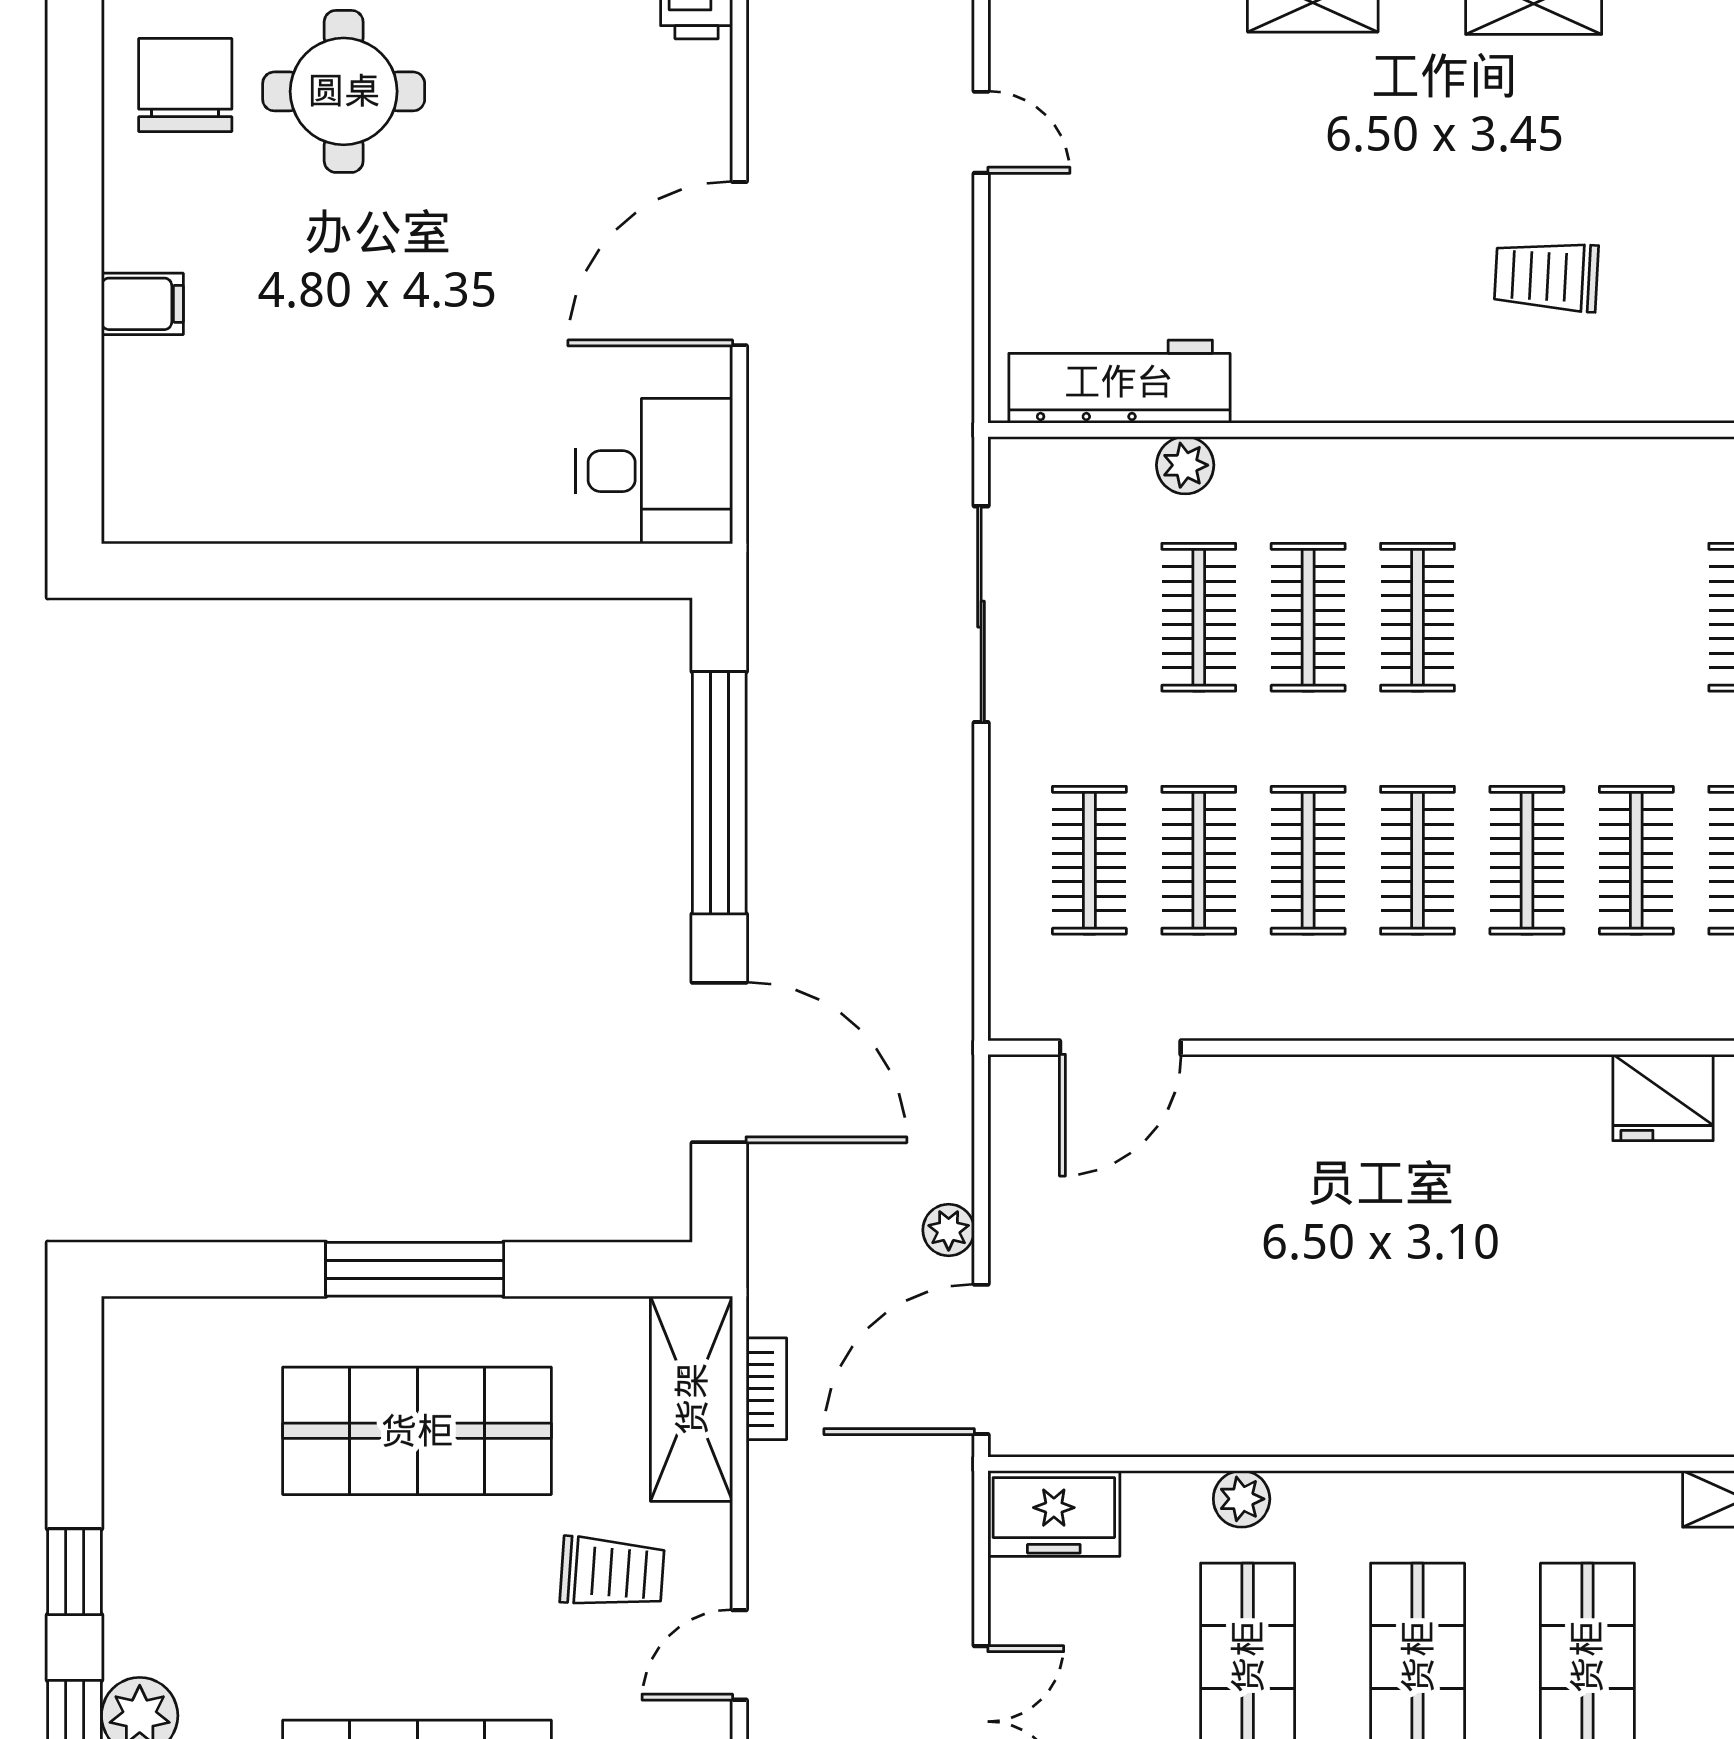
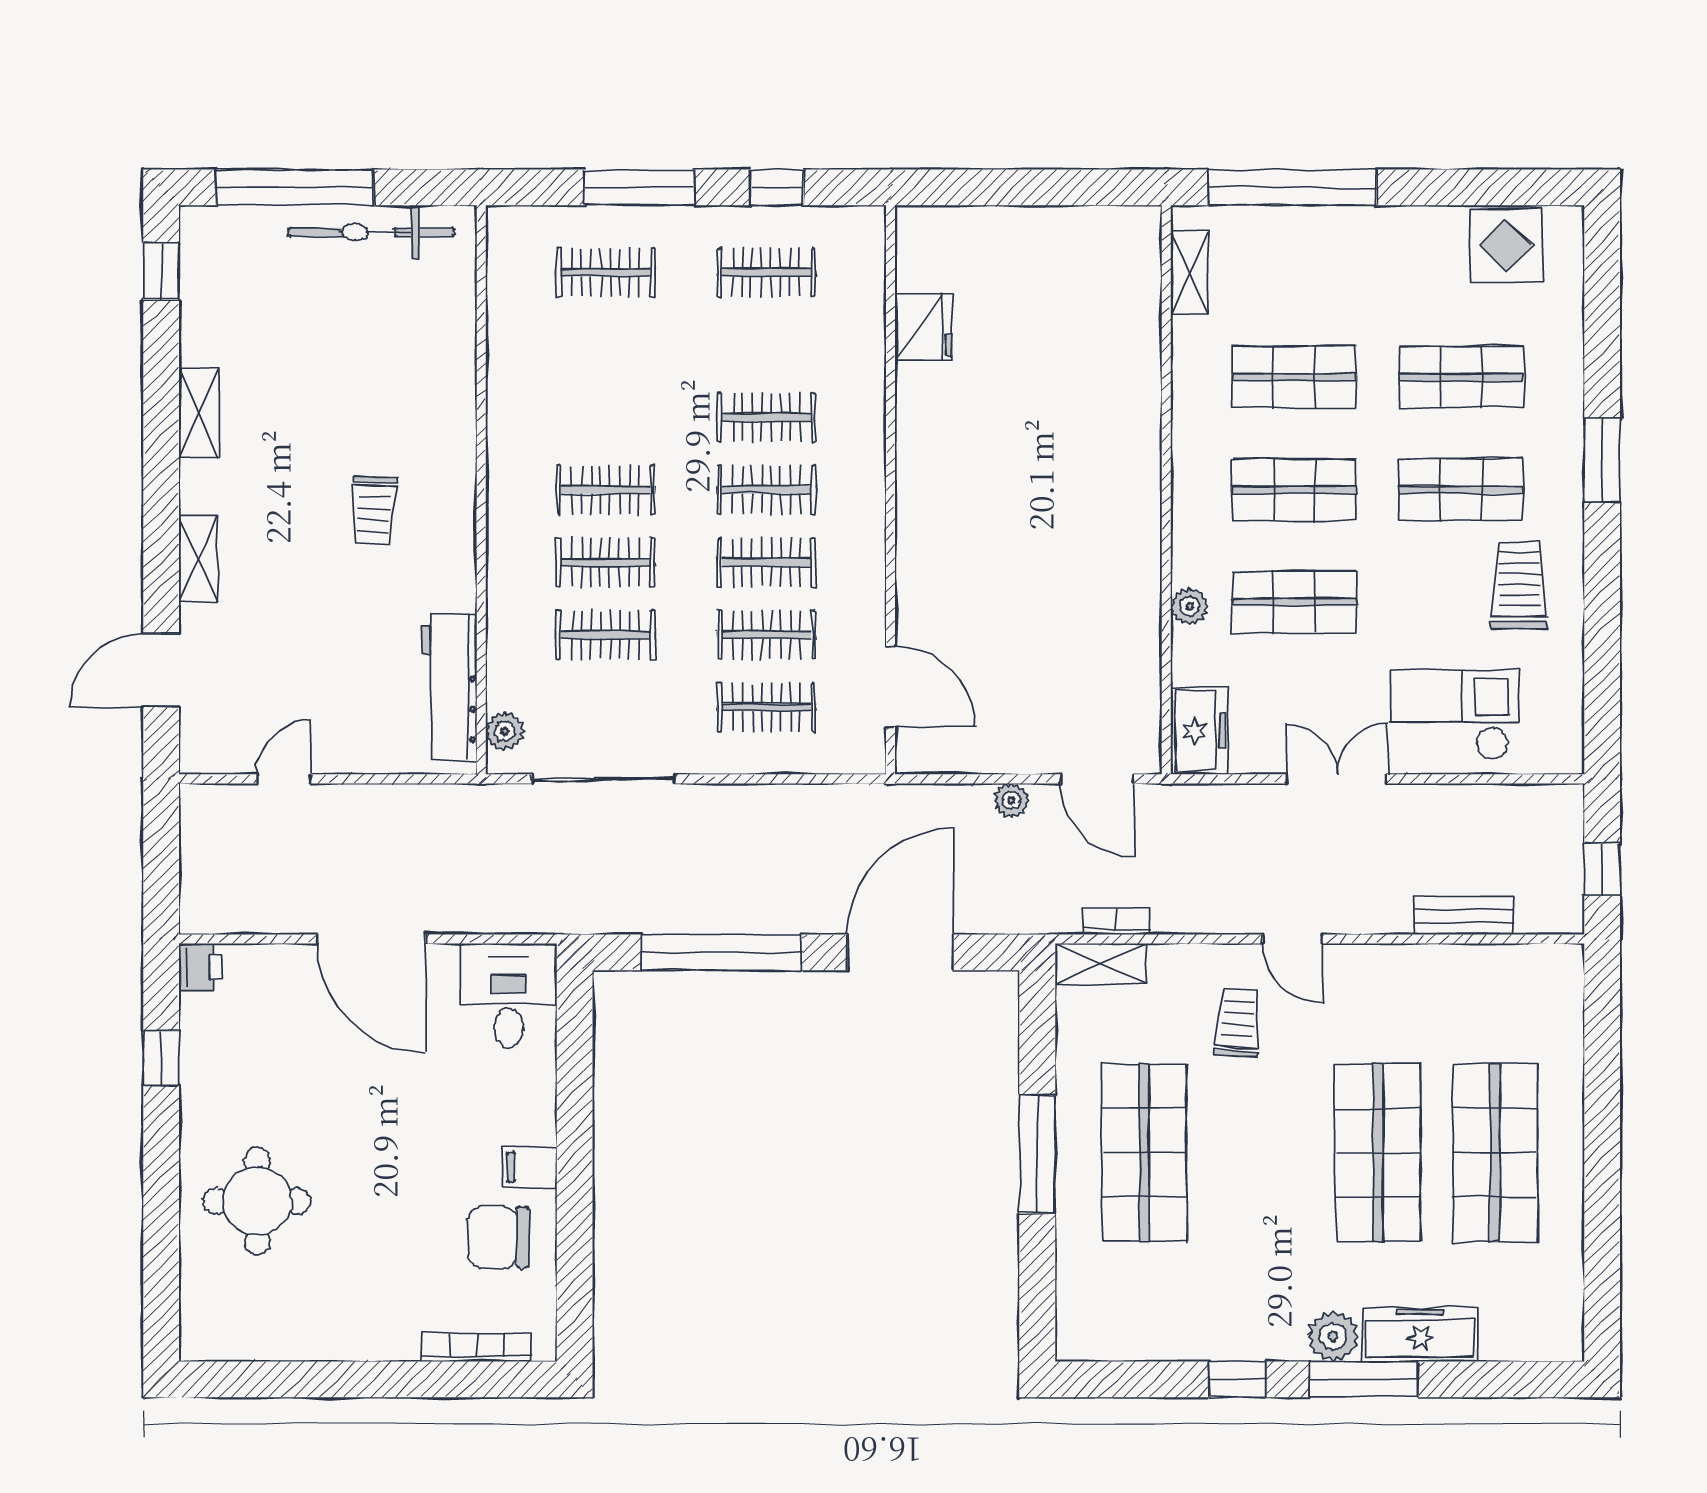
chair: (185, 85) -> (498, 1237), moved
trolley: (1546, 276) -> (374, 510), moved
filing cabinet: (142, 304) -> (530, 1167), moved, turned -90
bookcase: (123, 423) -> (477, 1347), added
plant: (1185, 465) -> (505, 731), moved
clothes rail: (1636, 860) -> (766, 345), removed
door: (981, 1359) -> (1097, 779), width x0.73
shelving: (692, 1399) -> (1100, 964), width x0.67, depth x0.75

